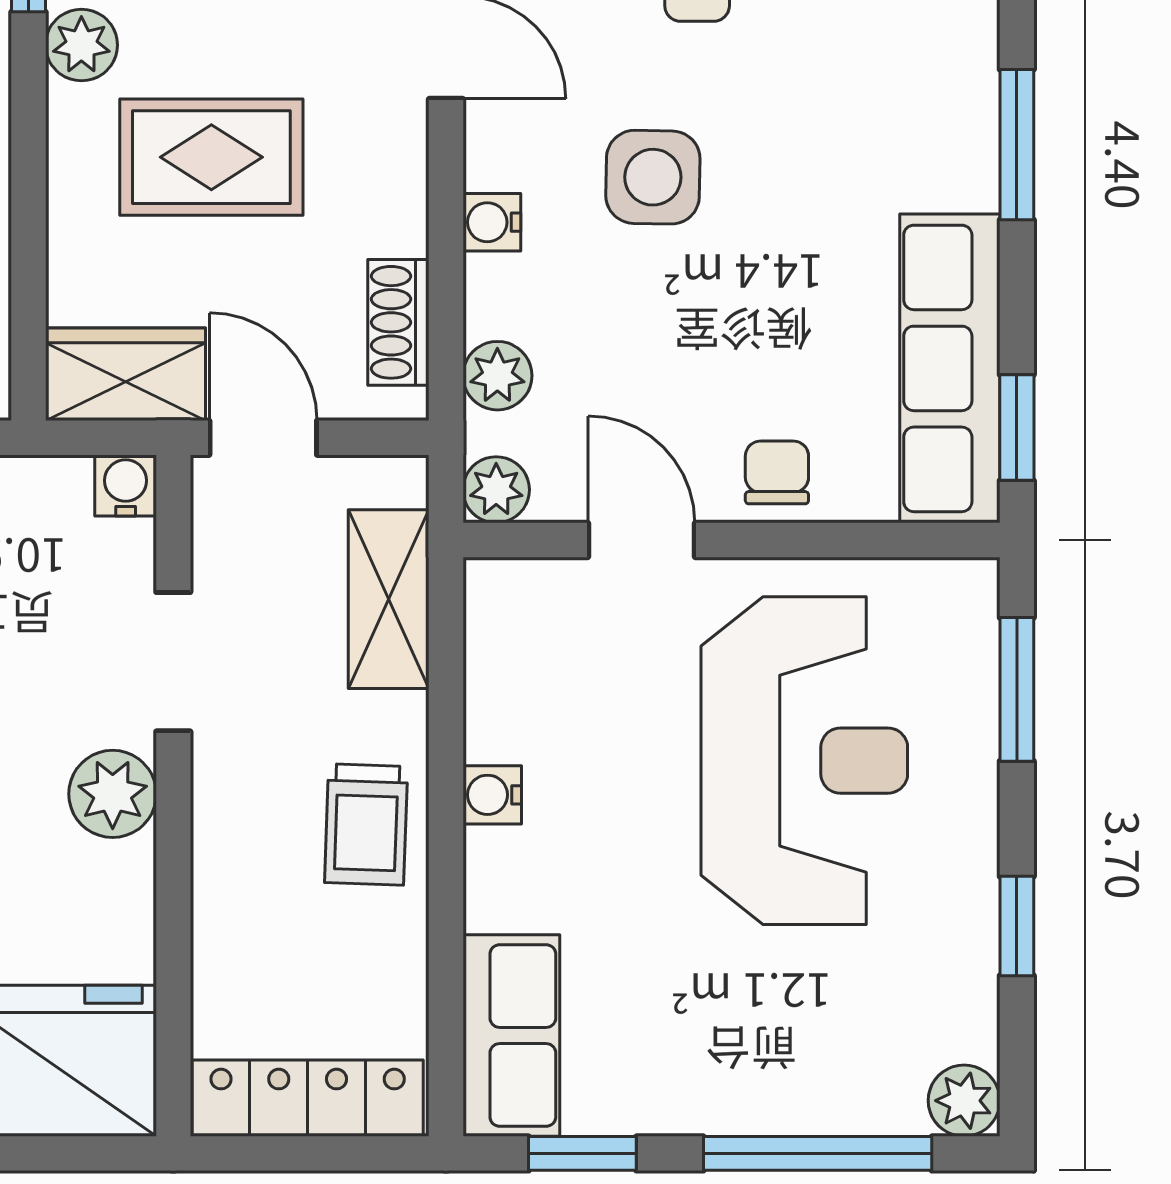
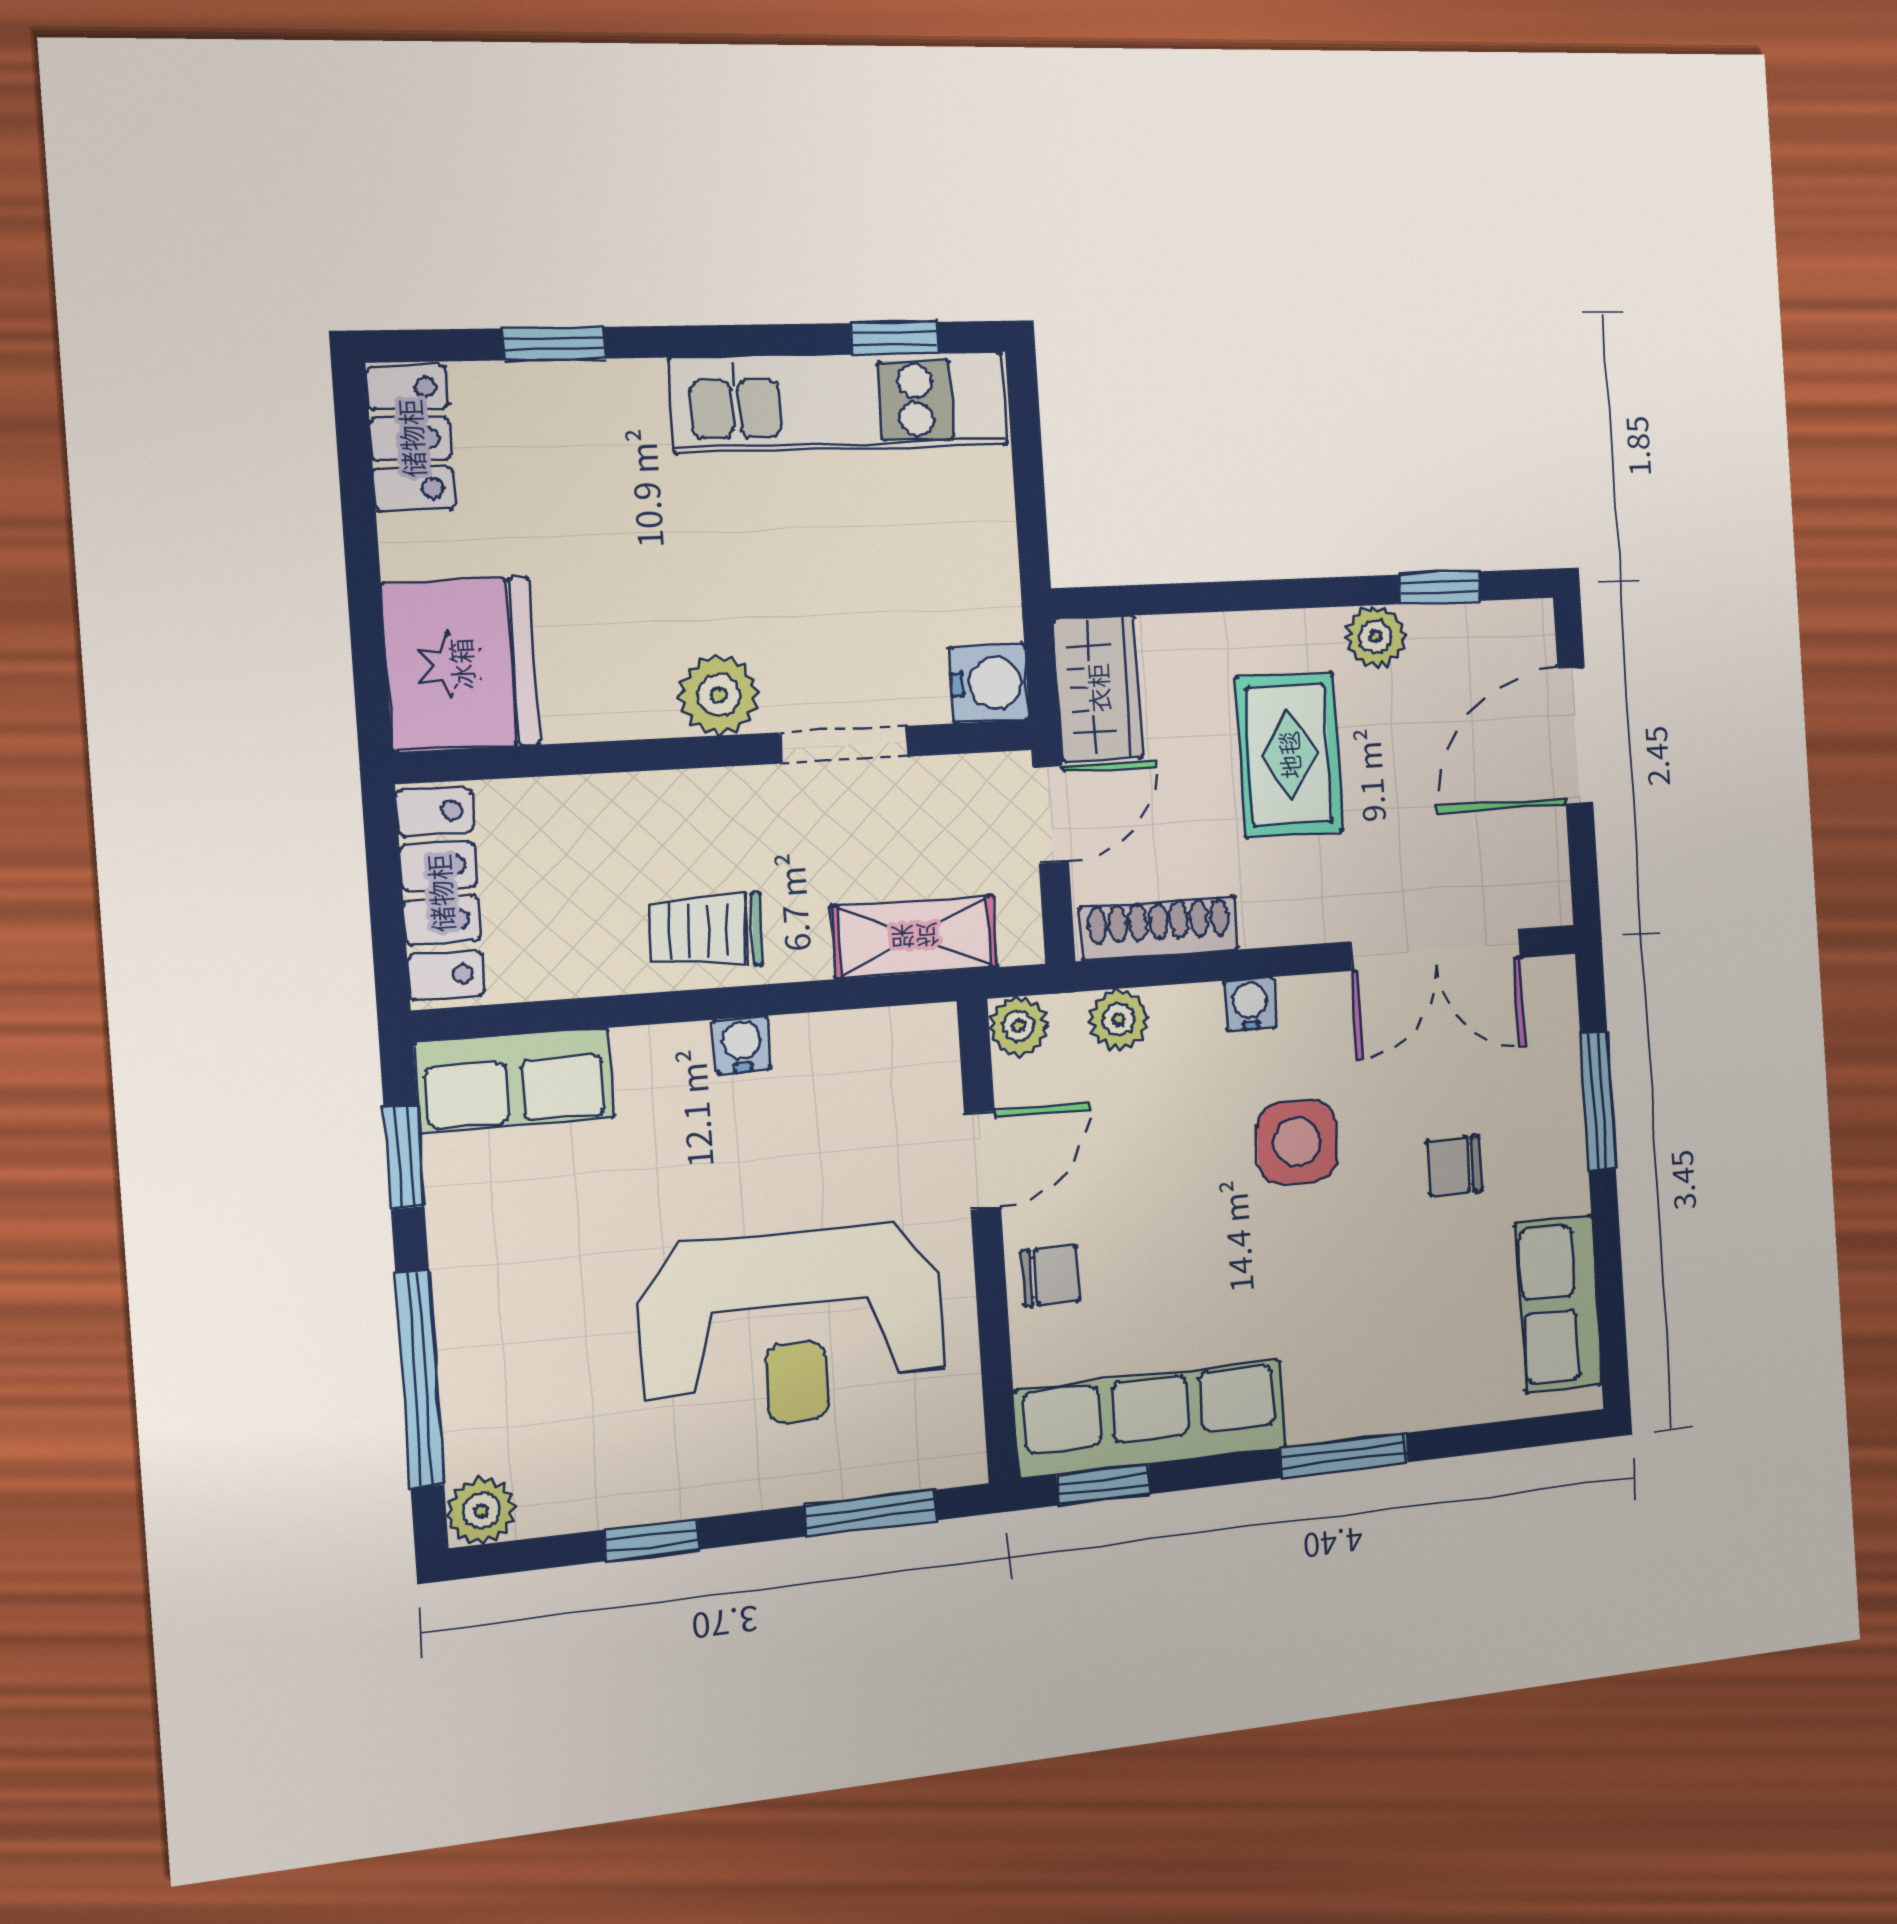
shoe rack: (398, 322) -> (1159, 928), width x1.43
water cooler: (126, 486) -> (989, 683), width x1.38, depth x1.38

